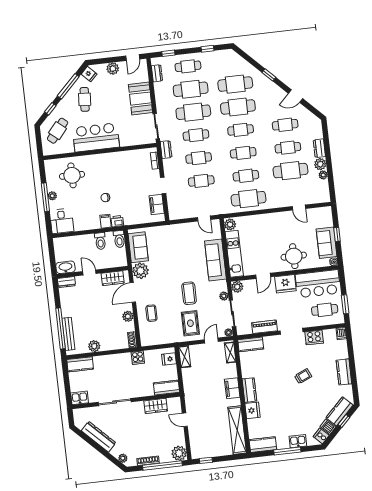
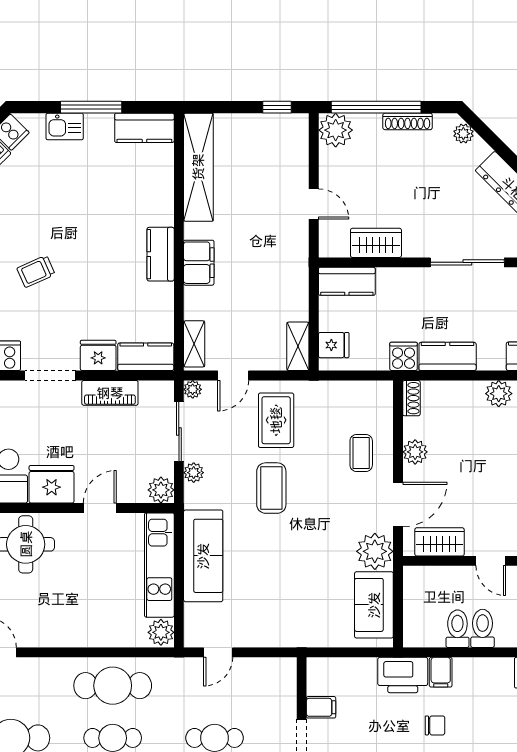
filing cabinet: (157, 205) -> (321, 707), width x0.50
door: (204, 219) -> (218, 652), swing flipped
printer: (117, 221) -> (403, 675), width x1.87, depth x1.48
toilet: (119, 239) -> (483, 628), moved
kitchen counter: (119, 360) -> (448, 356), added
fridge: (253, 410) -> (98, 355), moved, turned 90

